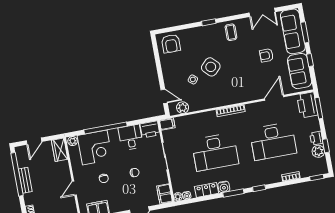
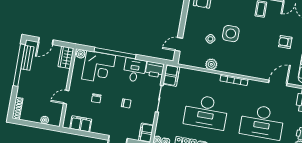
side table: (211, 67) -> (231, 34), turned 45
door: (164, 96) -> (179, 44), swing flipped
plant: (183, 108) -> (211, 64), moved
filing cabinet: (167, 124) -> (171, 76), width x2.00
bench: (25, 180) -> (27, 58), moved

